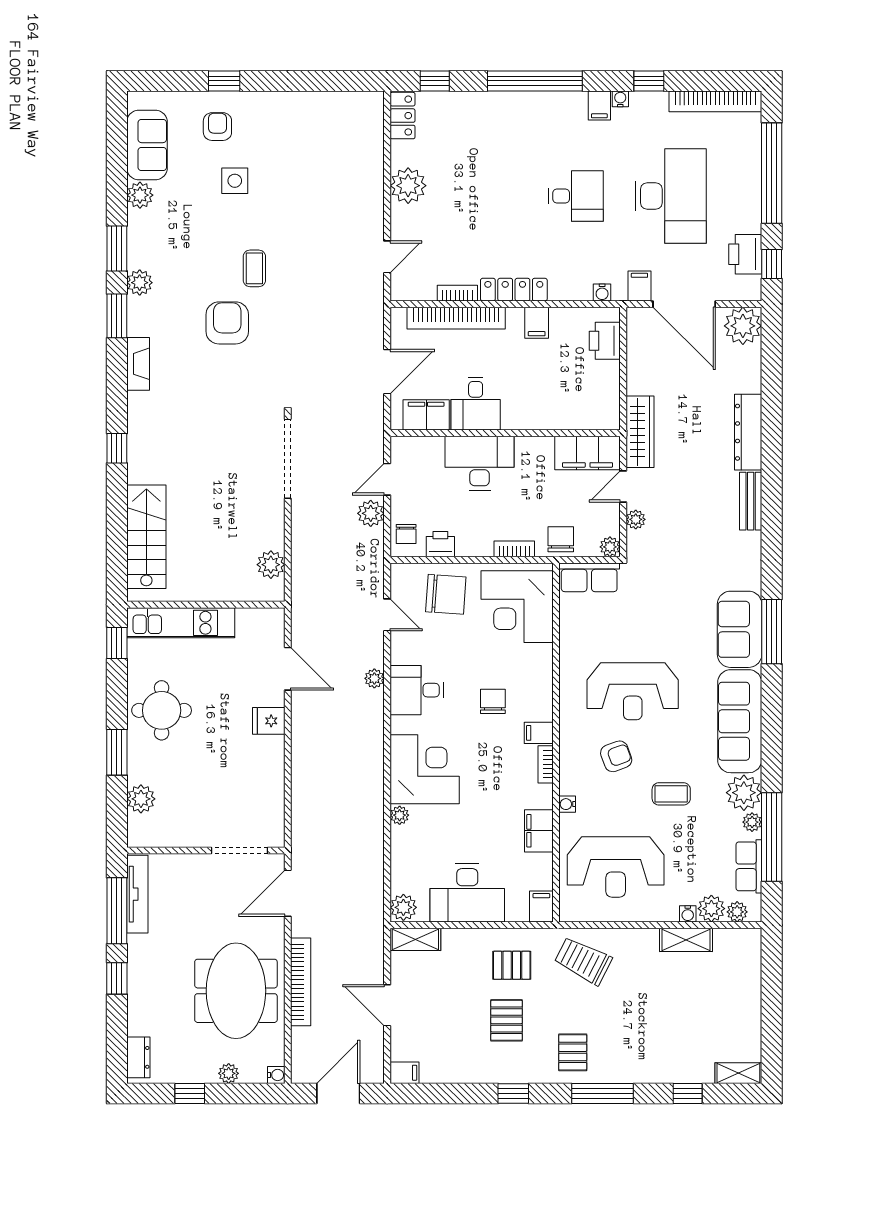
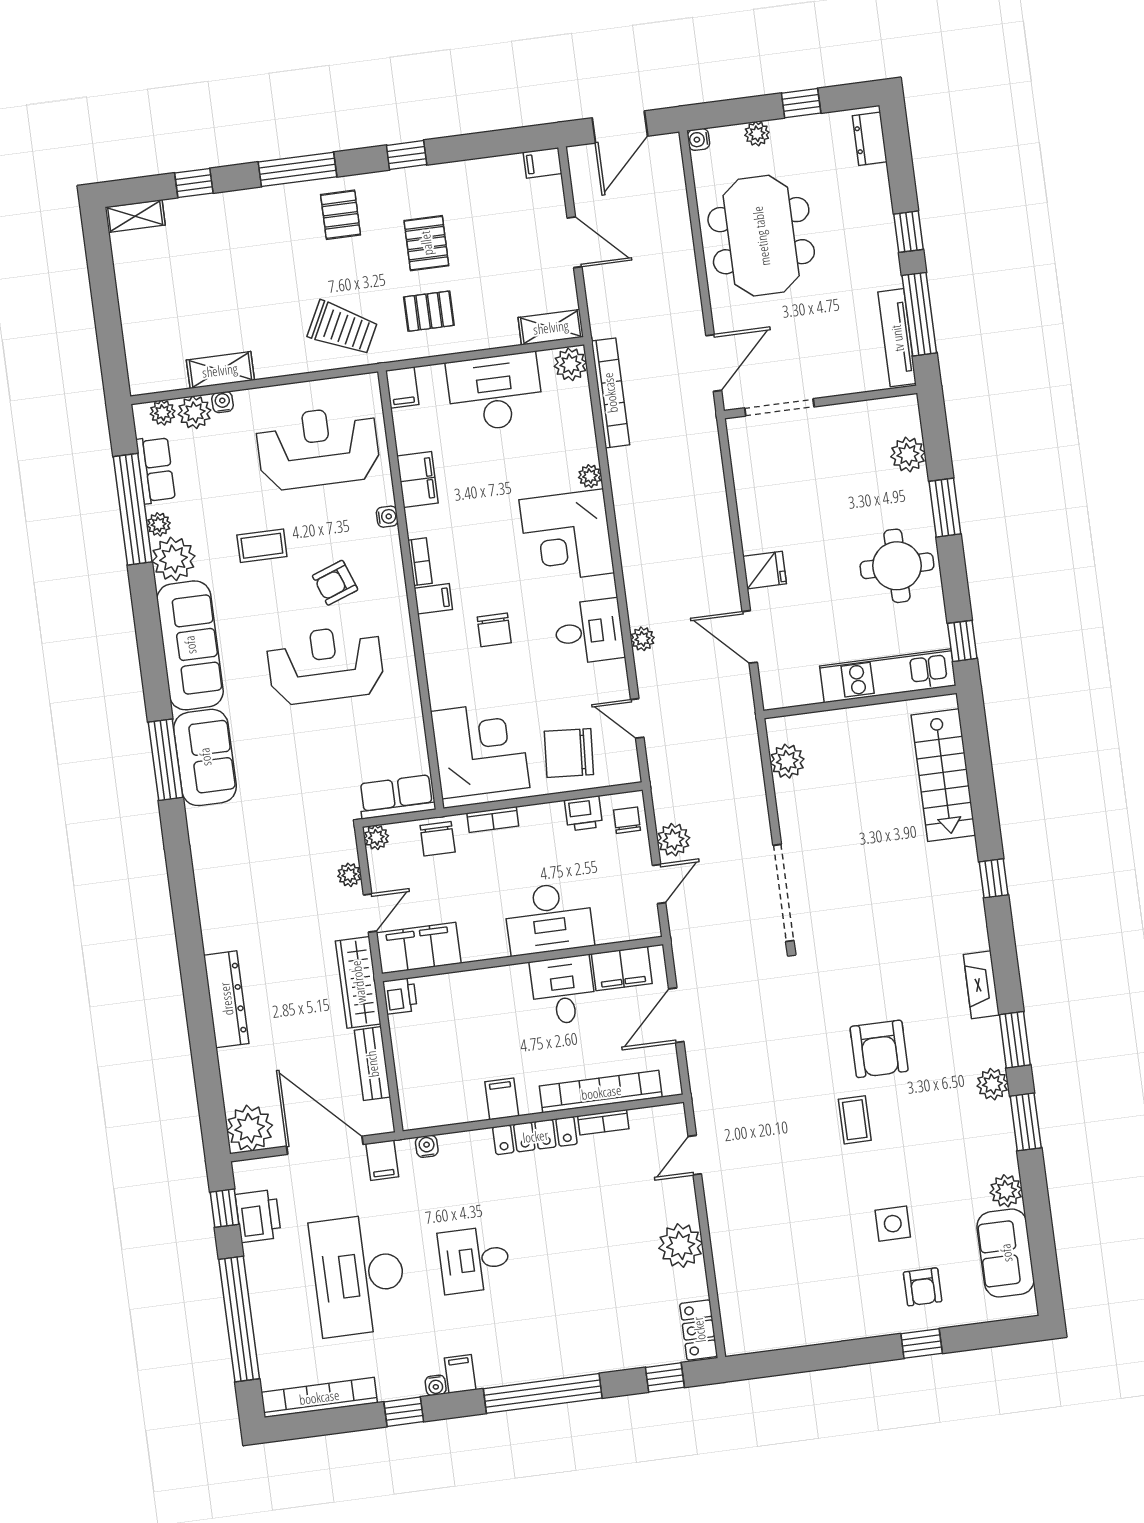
printer: (605, 341) -> (400, 996), moved, width x0.73, depth x0.81
bench: (751, 501) -> (372, 1064), moved
bookcase: (301, 982) -> (610, 393), moved, turned 180

